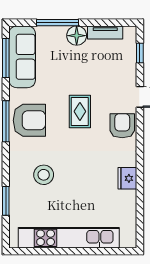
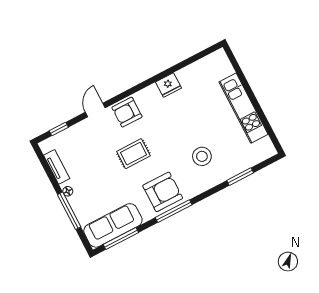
floor lamp: (77, 36) -> (68, 191), width x0.53, depth x0.53
armchair: (29, 120) -> (163, 192), turned 90
kitchen unit: (69, 238) -> (244, 108), width x0.73

